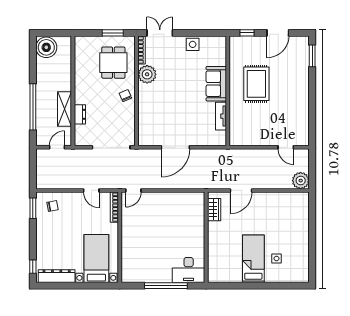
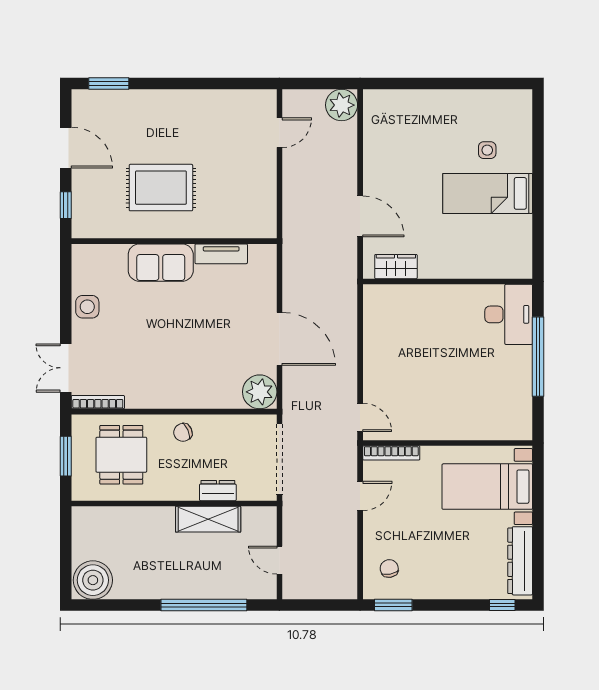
dining table: (113, 63) -> (121, 455), turned 90
plant: (147, 74) -> (260, 392), moved
wall: (73, 91) -> (174, 504), moved
shelving: (64, 109) -> (208, 519), moved
dresser: (80, 114) -> (218, 491), moved

